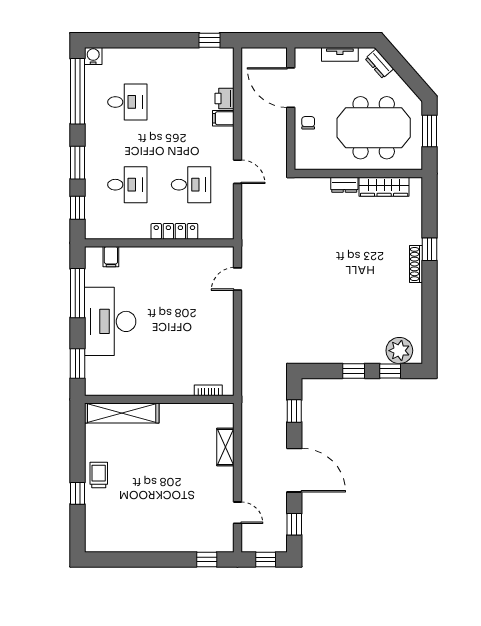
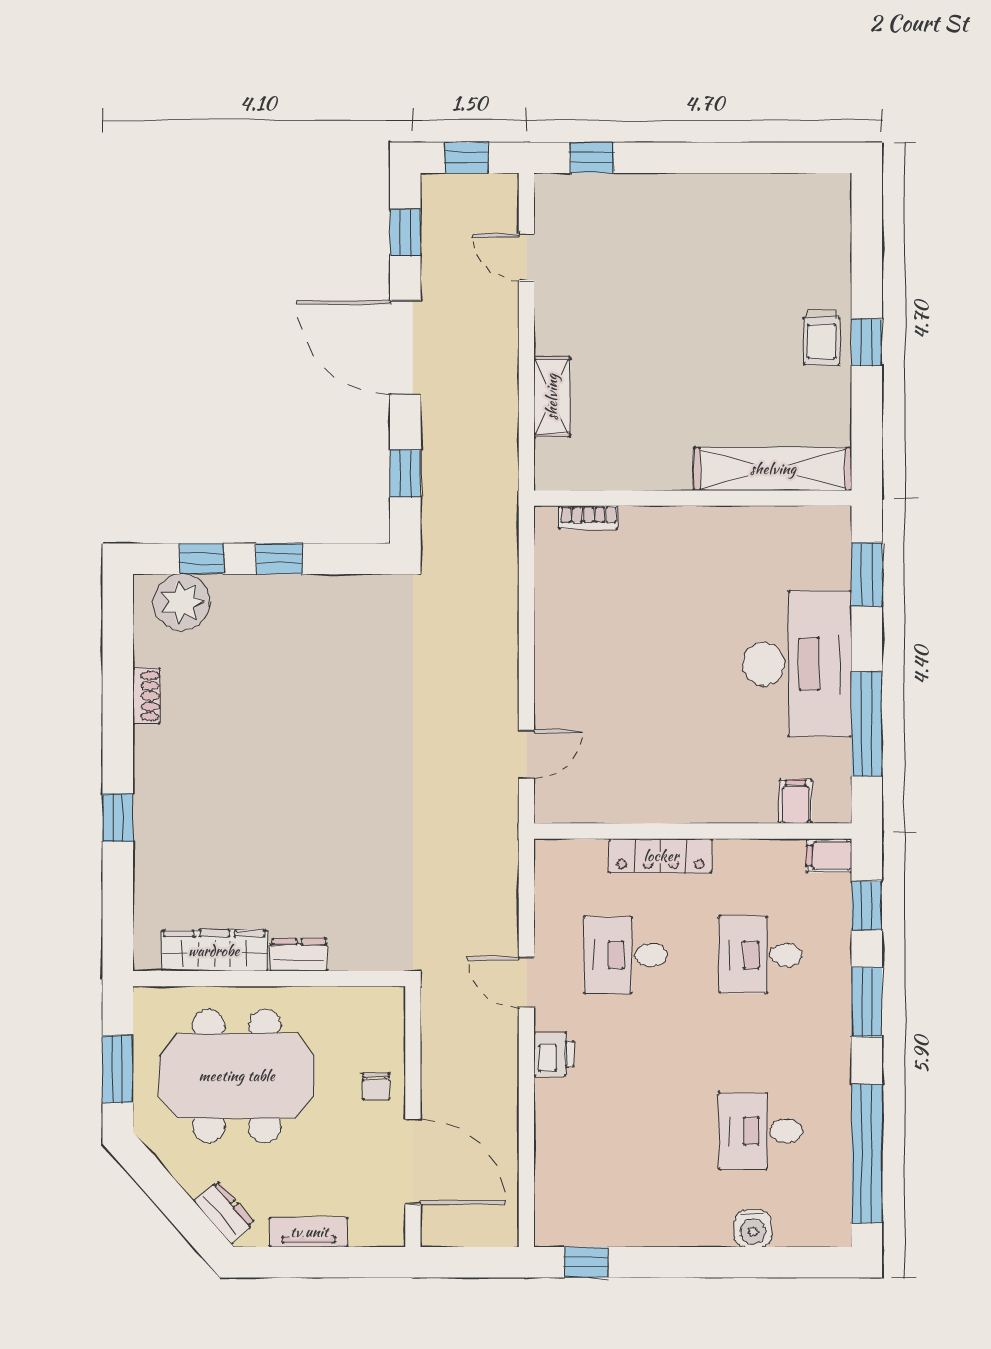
water cooler: (93, 56) -> (753, 1229), moved
printer: (225, 99) -> (554, 1054), moved
filing cabinet: (223, 118) -> (829, 856), moved, turned 180
shoe rack: (416, 264) -> (146, 696), moved, width x0.70
window: (77, 493) -> (867, 342), moved

